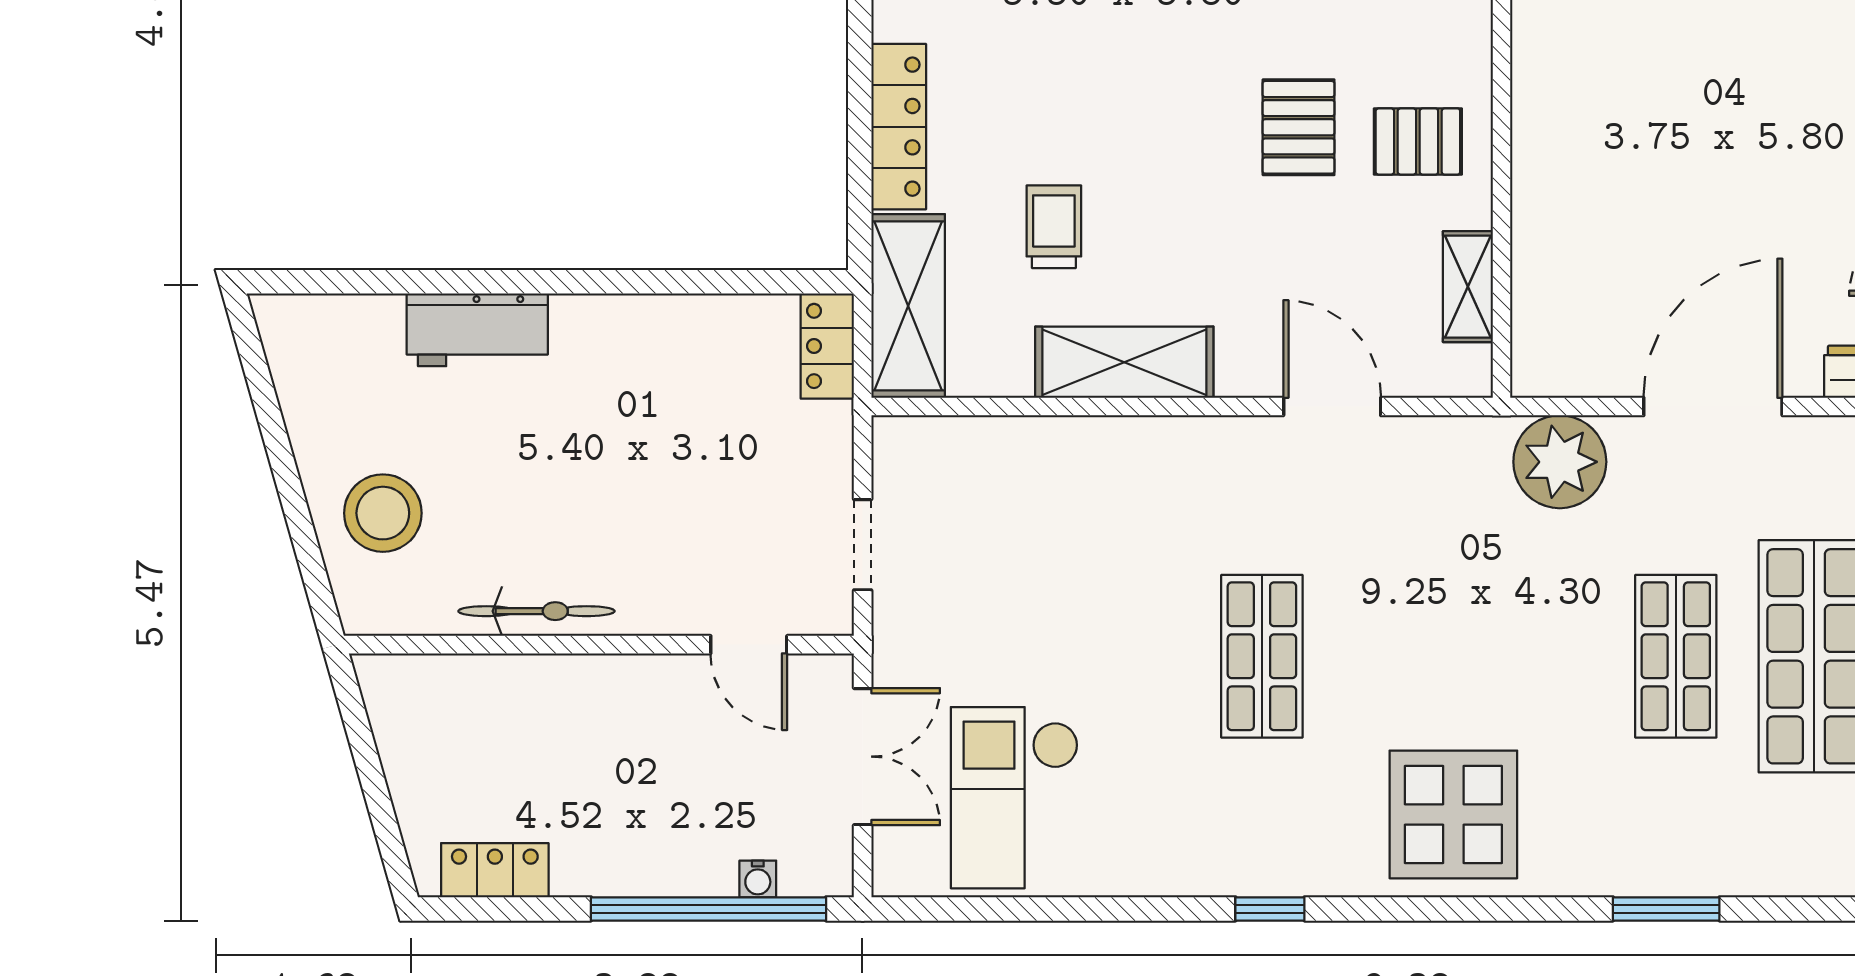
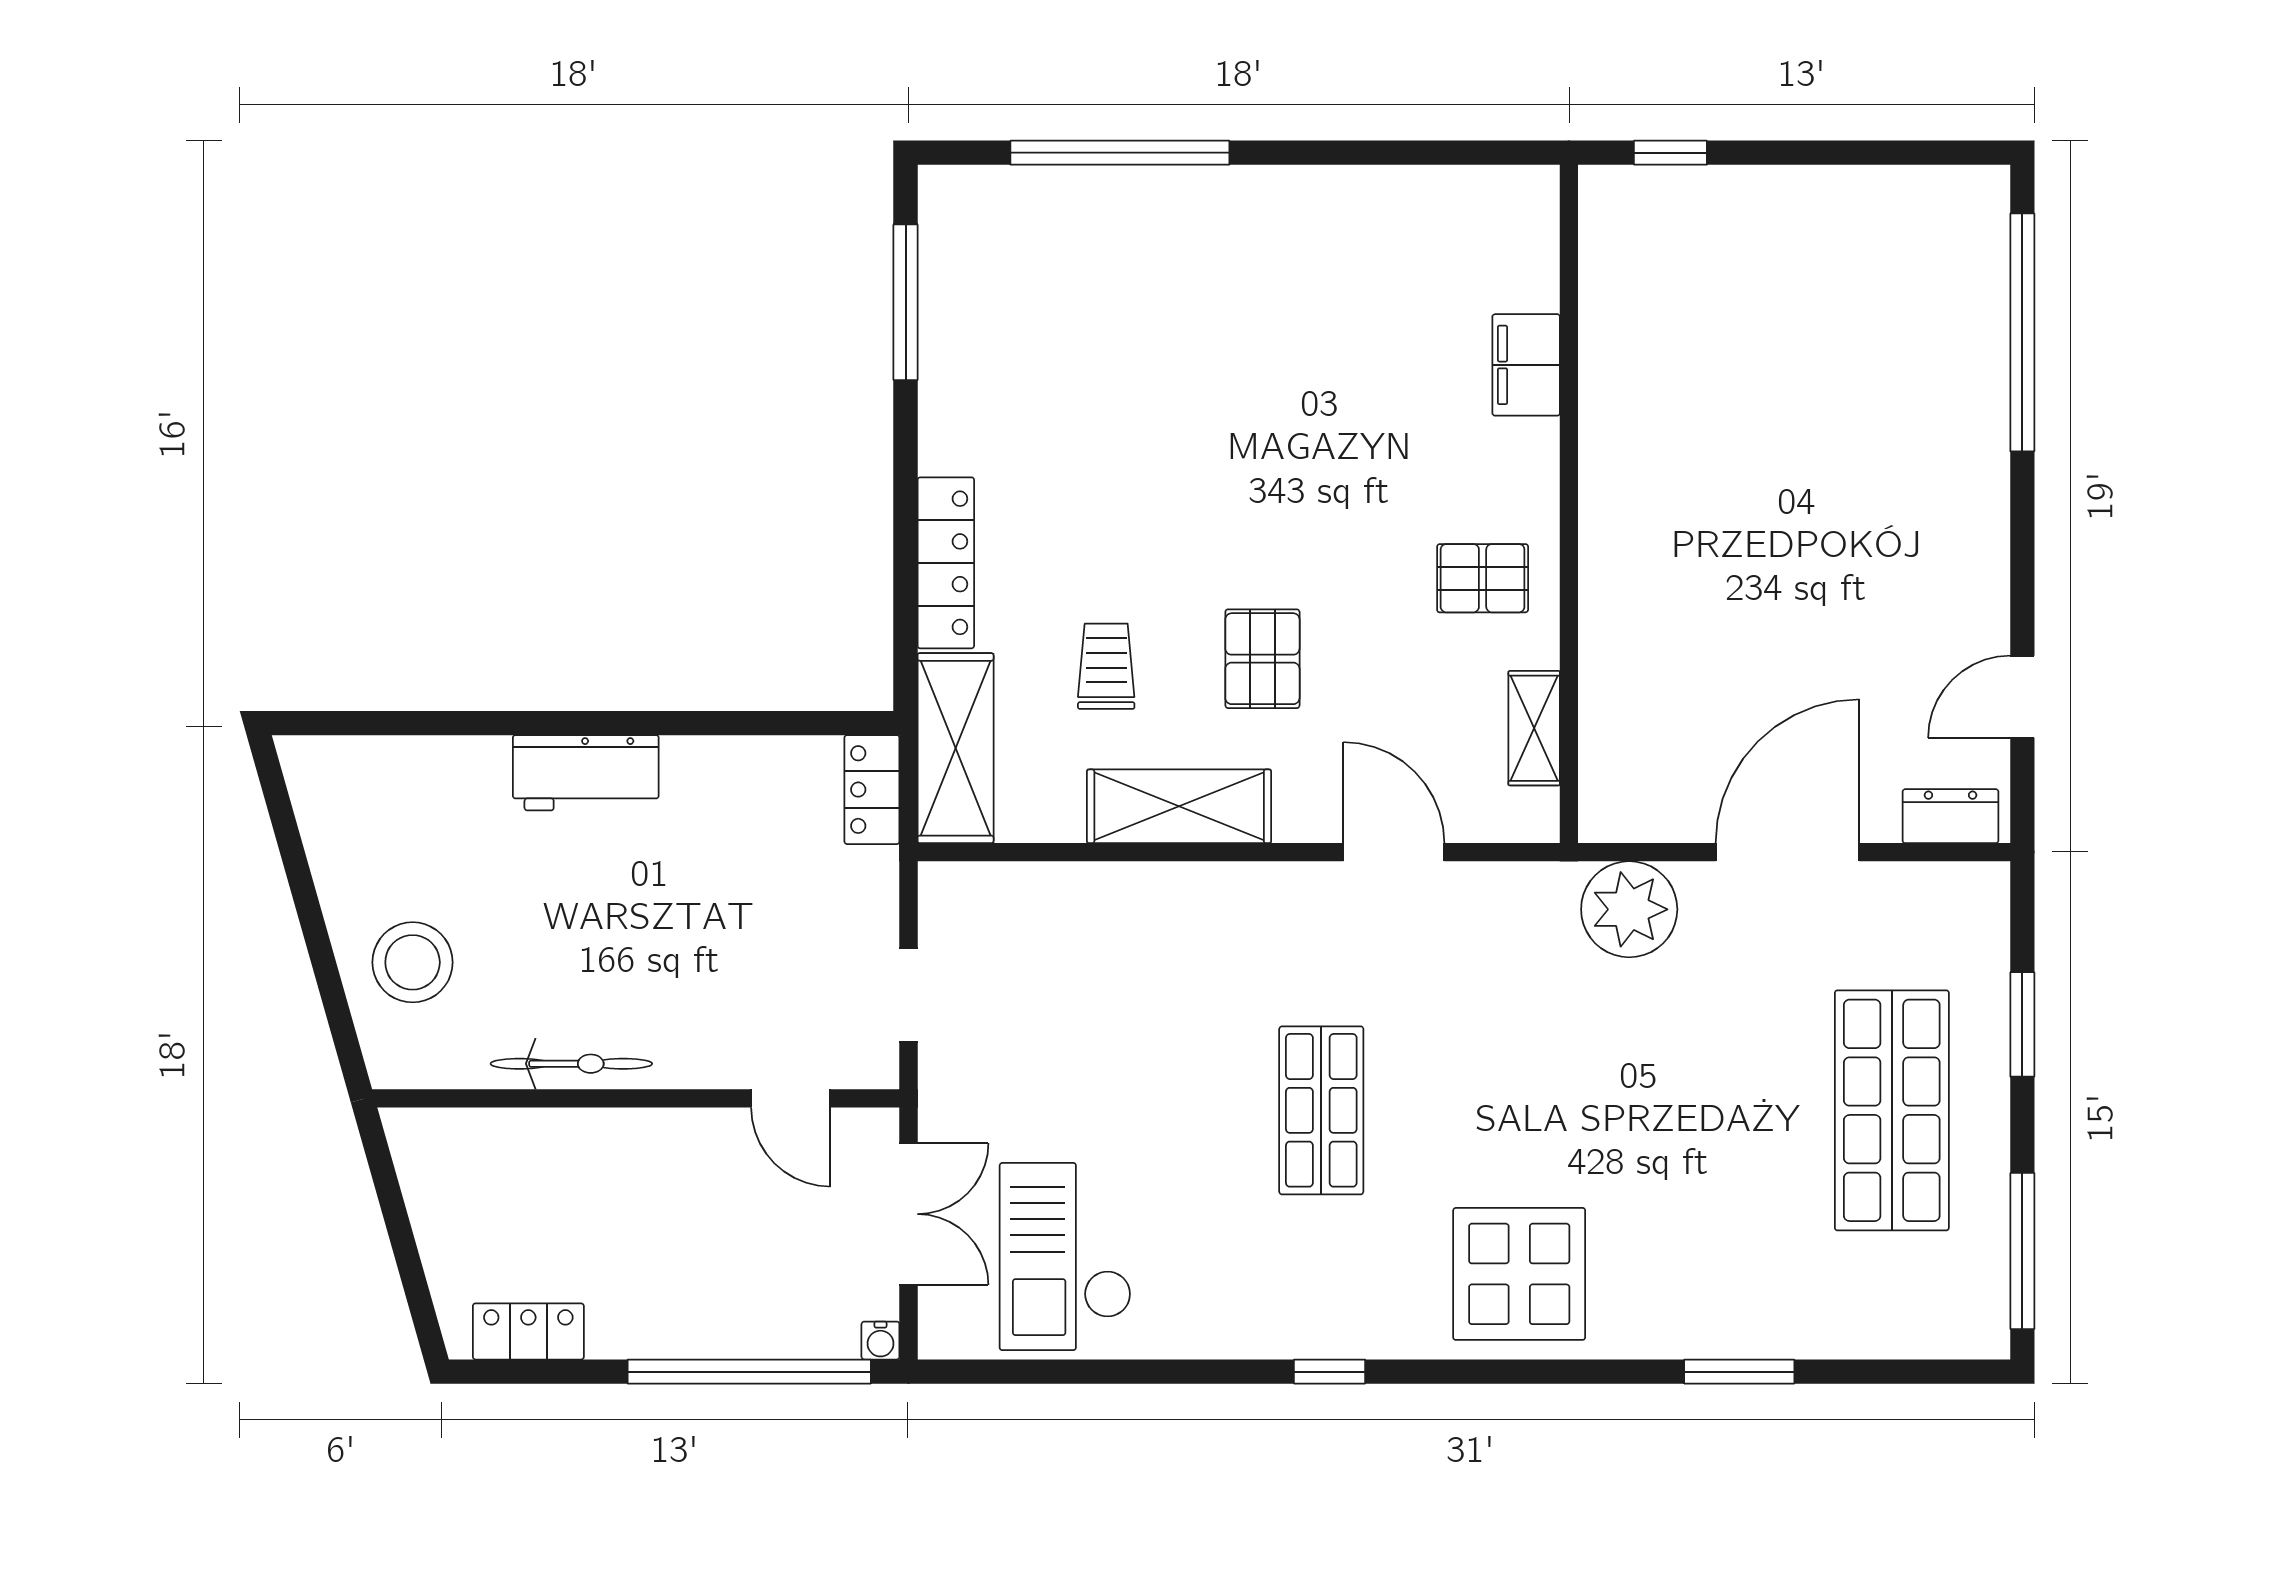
pallet: (1299, 127) -> (1262, 659), moved
workbench: (477, 330) -> (586, 773), moved
shop shelf: (1676, 656) -> (1749, 1110), removed
water cooler: (758, 879) -> (880, 1341), moved

